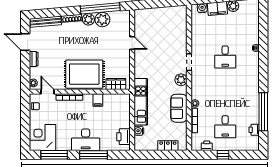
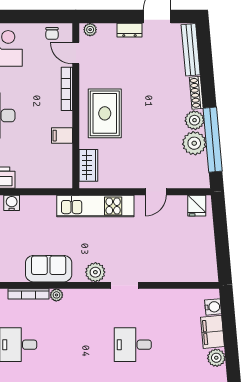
fridge: (140, 18) -> (197, 206), added
rug: (84, 74) -> (105, 113), width x0.73, depth x0.69
door: (48, 92) -> (76, 53), swing flipped
kitchen unit: (141, 102) -> (95, 206), moved

